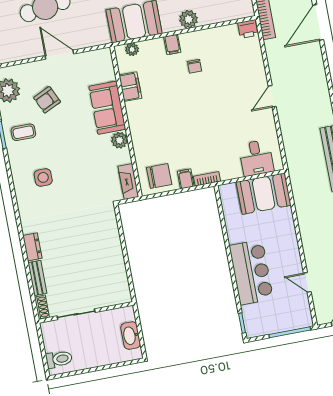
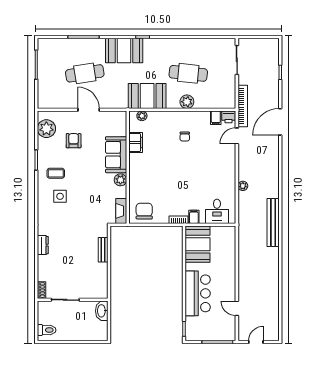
filing cabinet: (172, 45) -> (216, 118), moved
door: (272, 96) -> (237, 136), moved
armchair: (47, 100) -> (74, 141), turned 115
plant: (284, 117) -> (243, 186), added
coffee table: (23, 132) -> (56, 173), moved
chair: (159, 176) -> (144, 211), turned -90
filing cabinet: (186, 179) -> (194, 217), moved
booth: (264, 194) -> (197, 244), moved, turned 90
bench: (37, 278) -> (103, 250), moved
washbasin: (131, 336) -> (102, 311), moved

